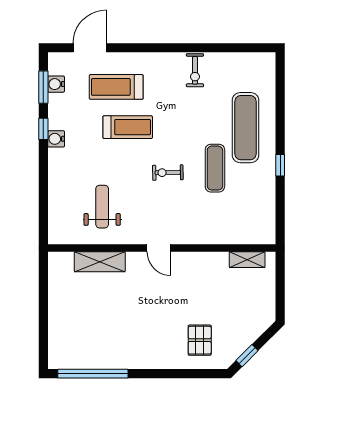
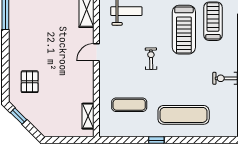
treadmill: (128, 127) -> (184, 30), width x1.37, depth x1.38
exercise mat: (215, 168) -> (129, 105), moved
pallet: (200, 340) -> (30, 82), turned 90

